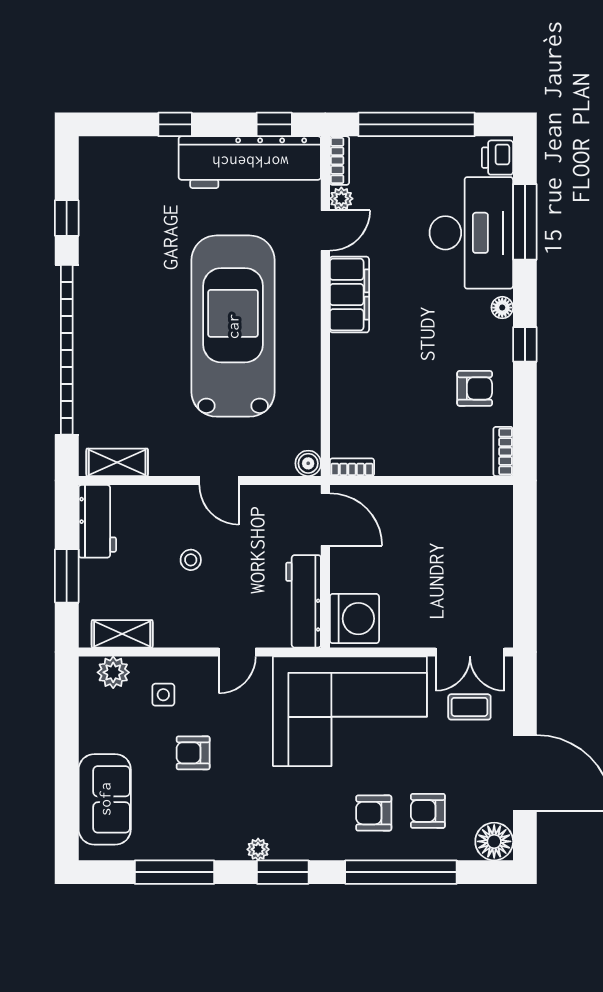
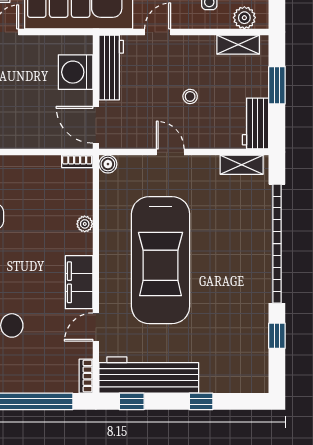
plant: (341, 199) -> (85, 224), moved
washing machine: (354, 619) -> (76, 72), moved

